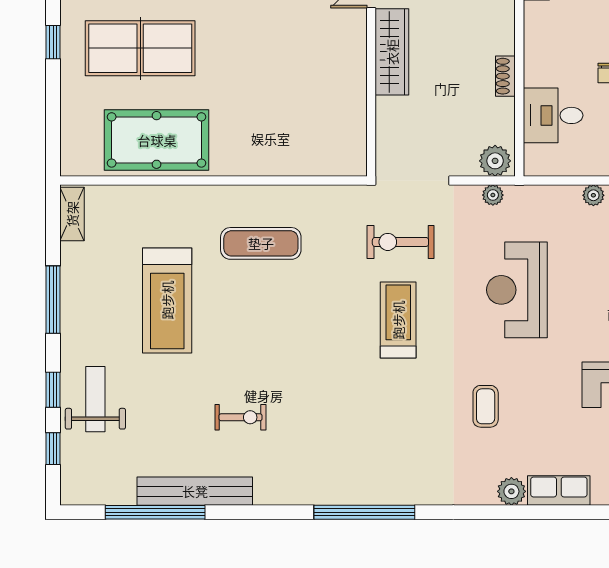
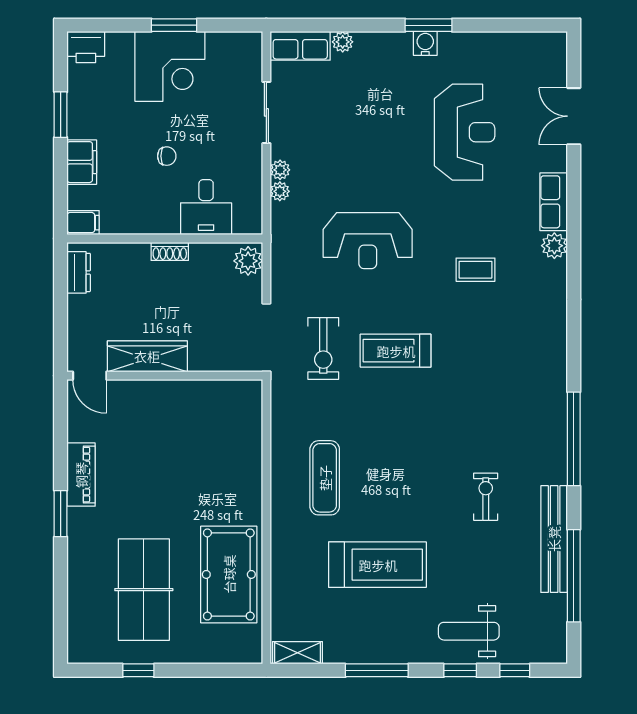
plant: (493, 195) -> (280, 191), moved
window: (364, 512) -> (574, 439), moved

